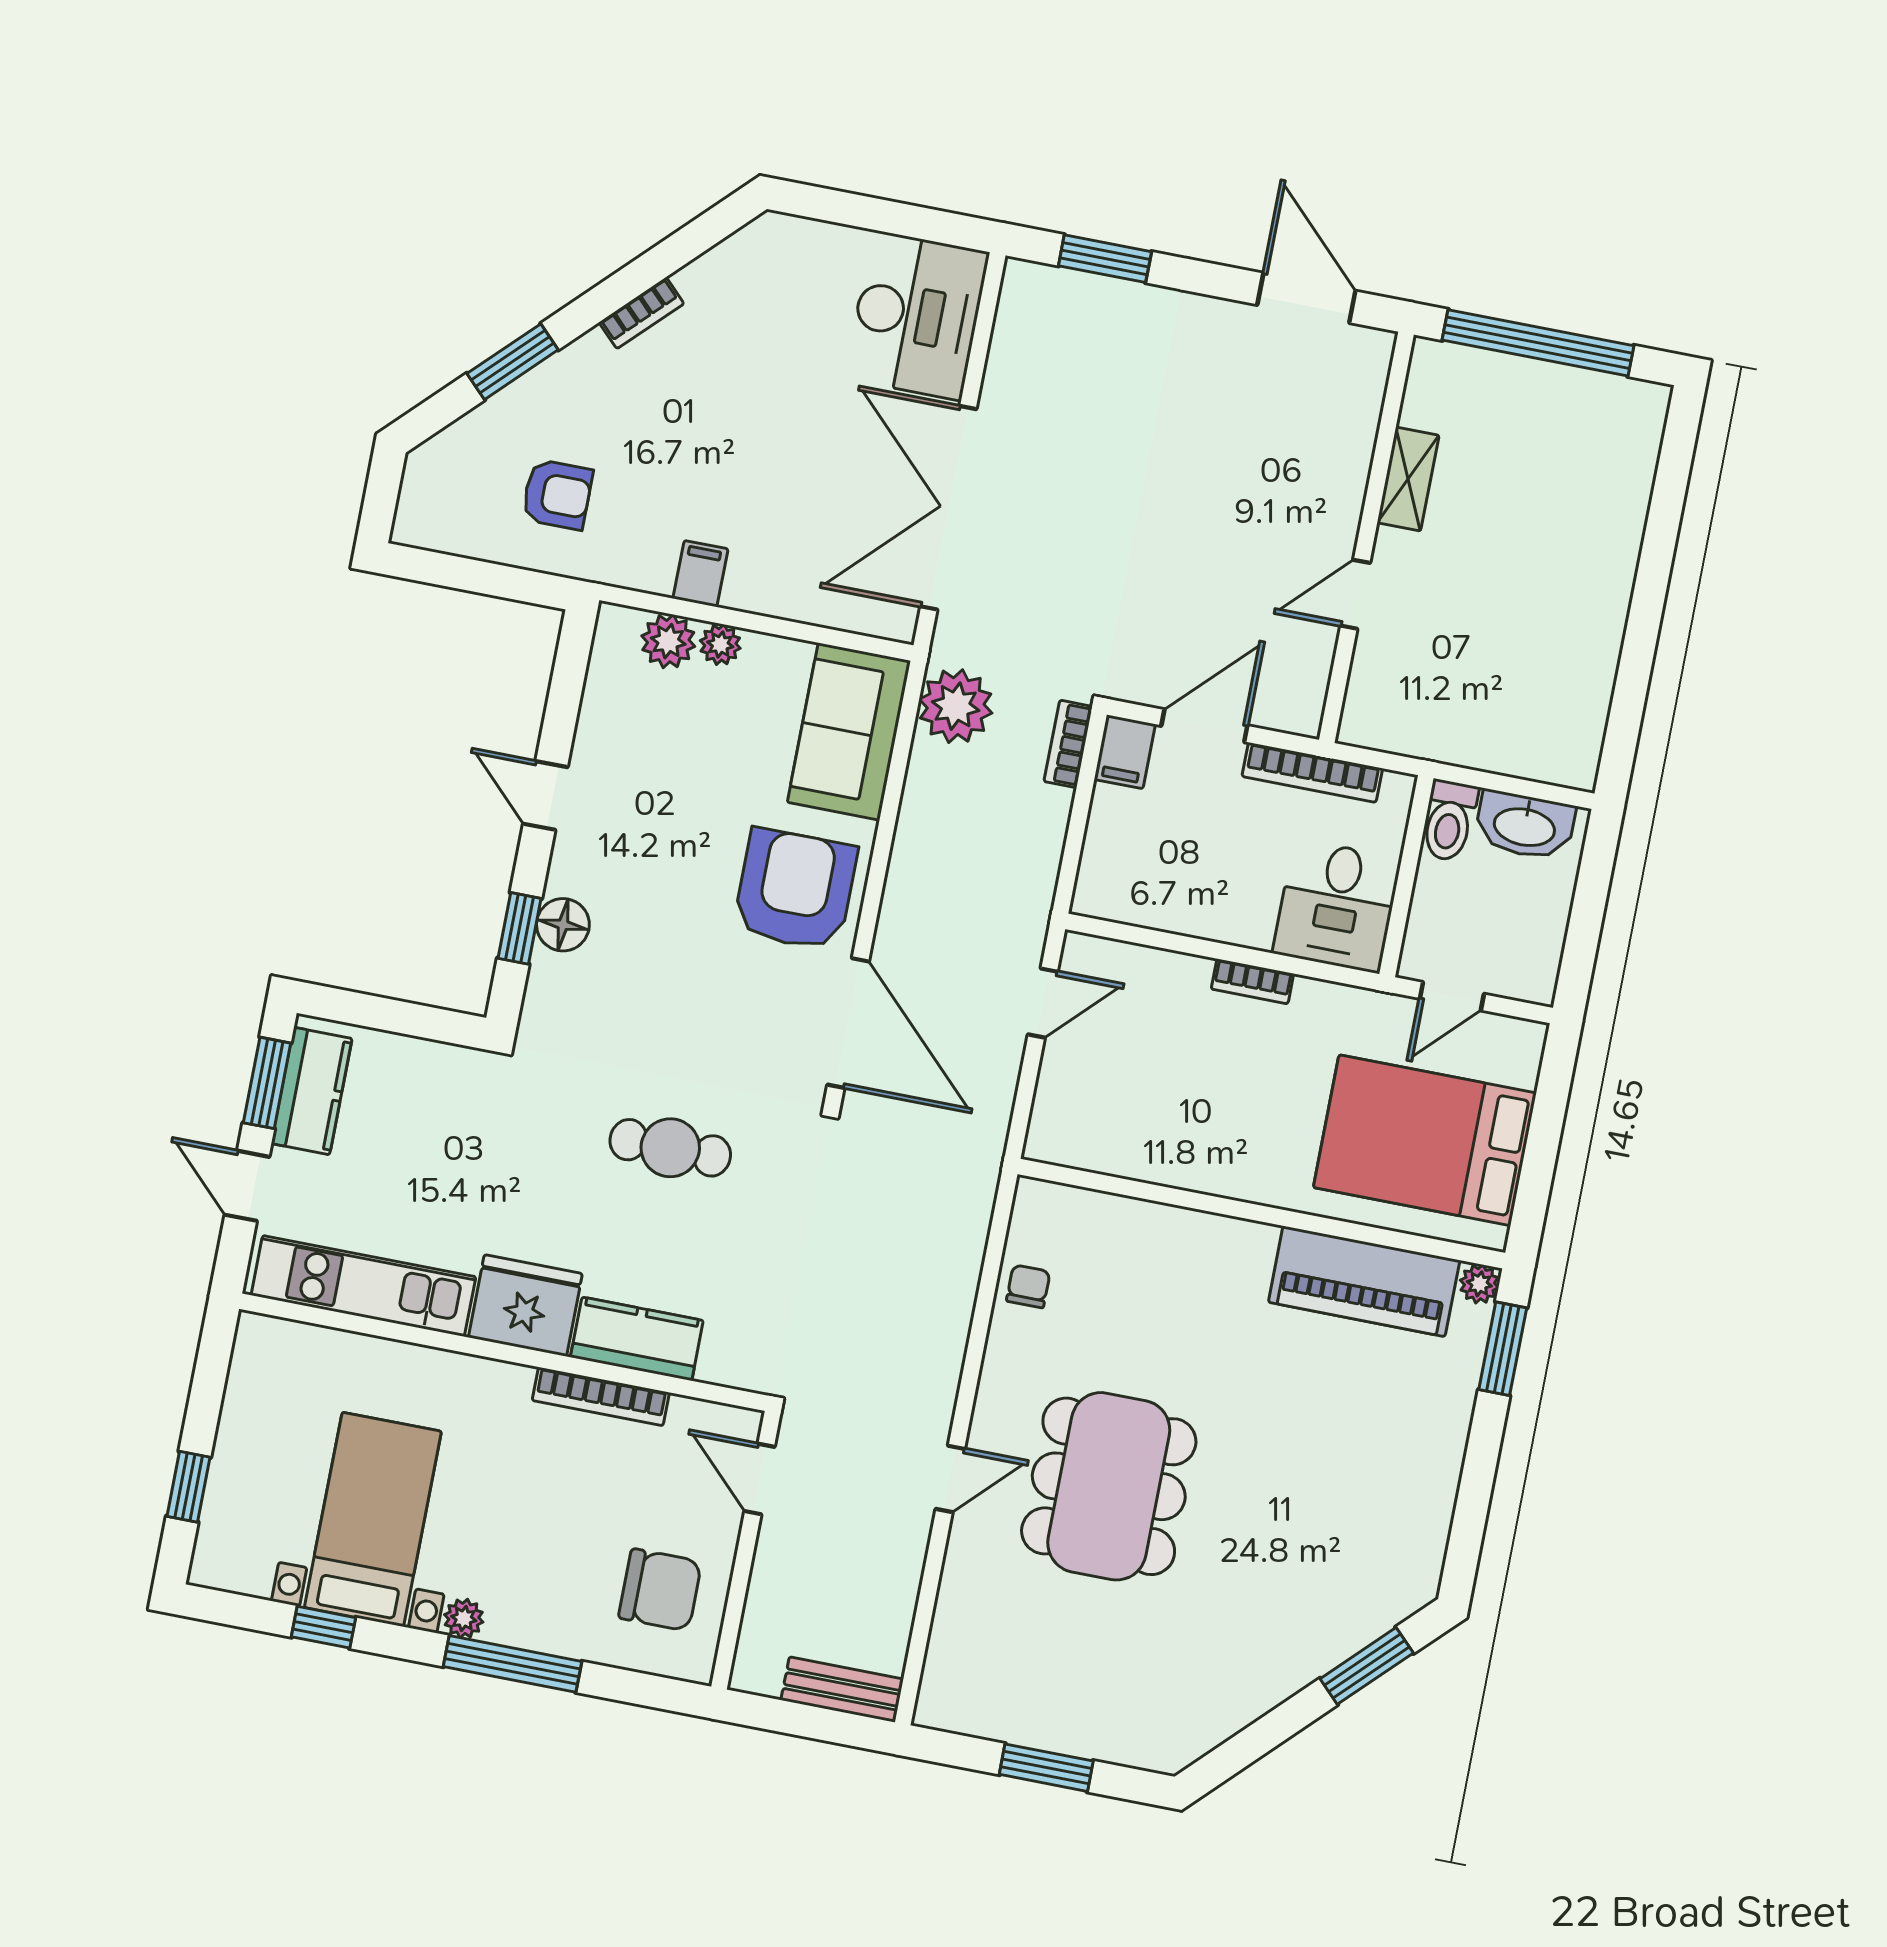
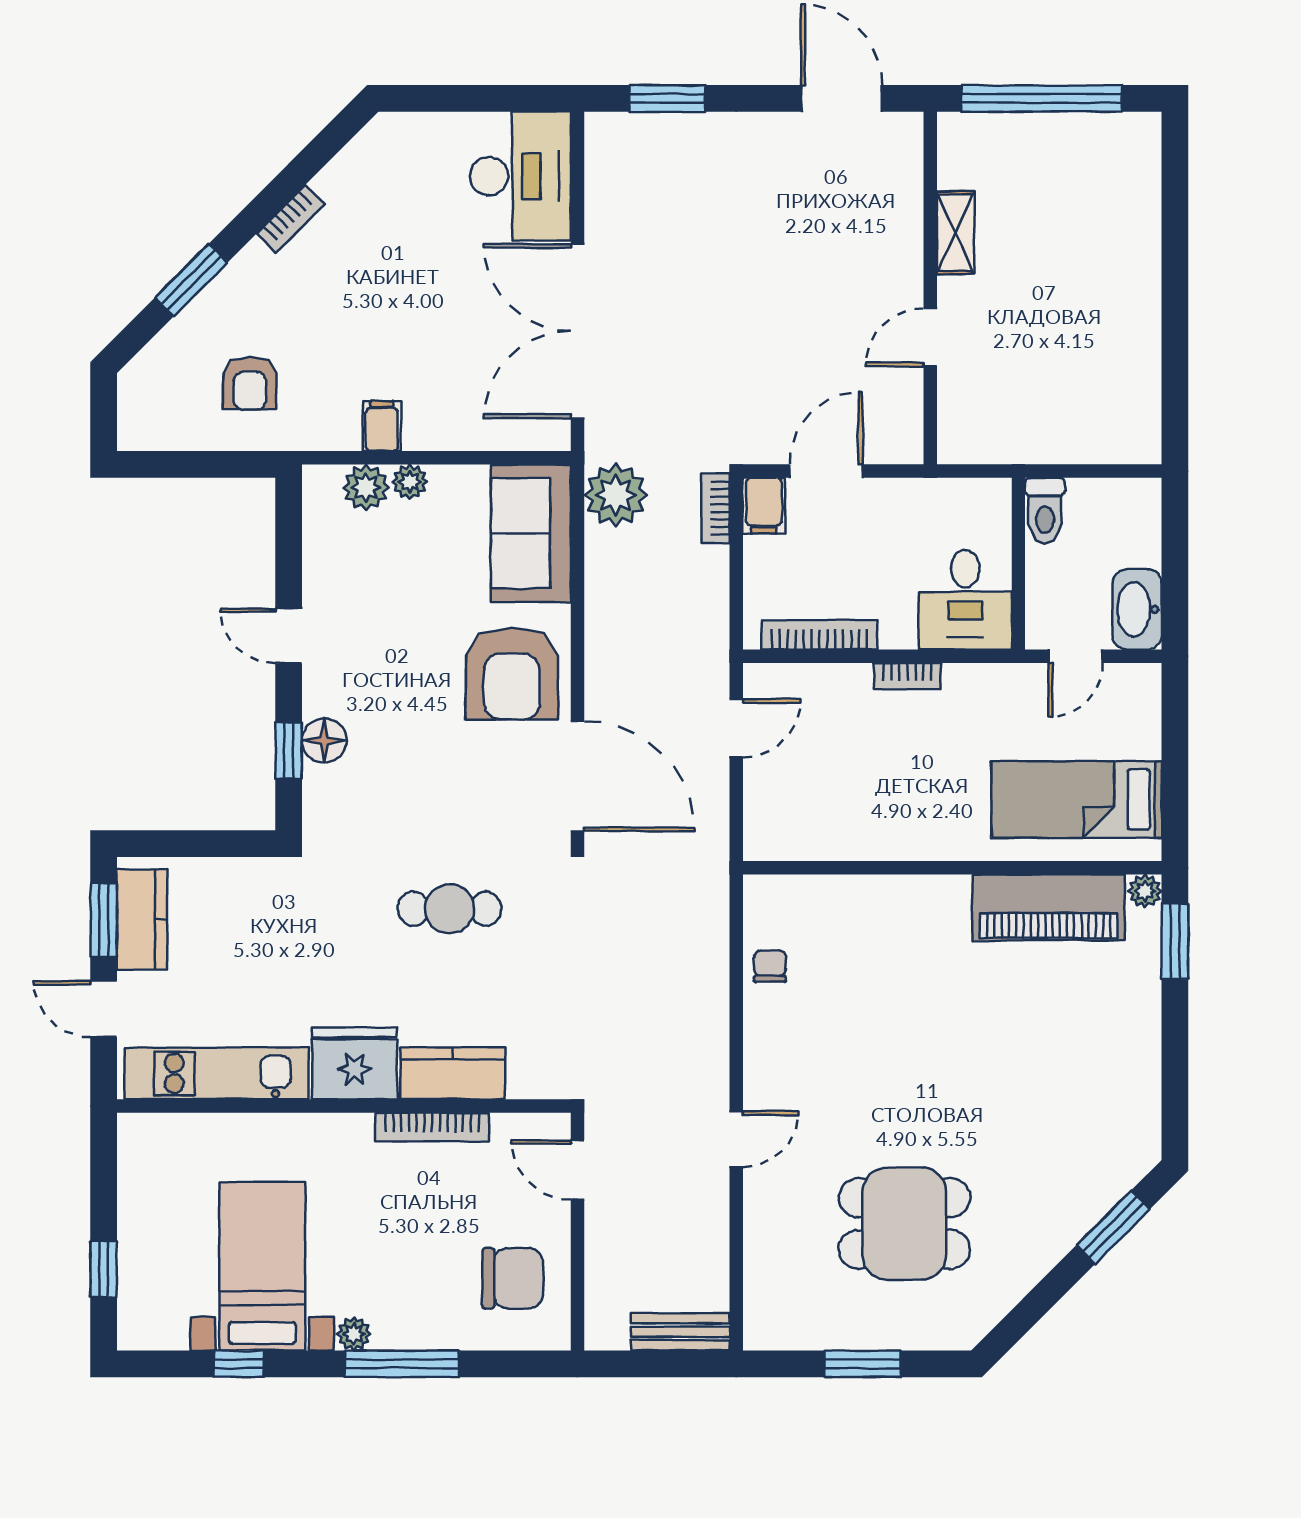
armchair: (557, 494) -> (250, 383), turned 90
bookcase: (1312, 772) -> (819, 635), moved, turned 180
washbasin: (1525, 825) -> (1137, 609), moved, turned 90
armchair: (795, 890) -> (512, 674), turned 180
bed: (1425, 1140) -> (1076, 800), width x0.67
dining table: (1109, 1486) -> (904, 1224), moved, width x0.73

